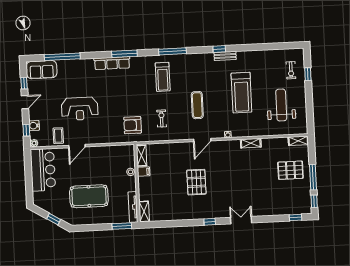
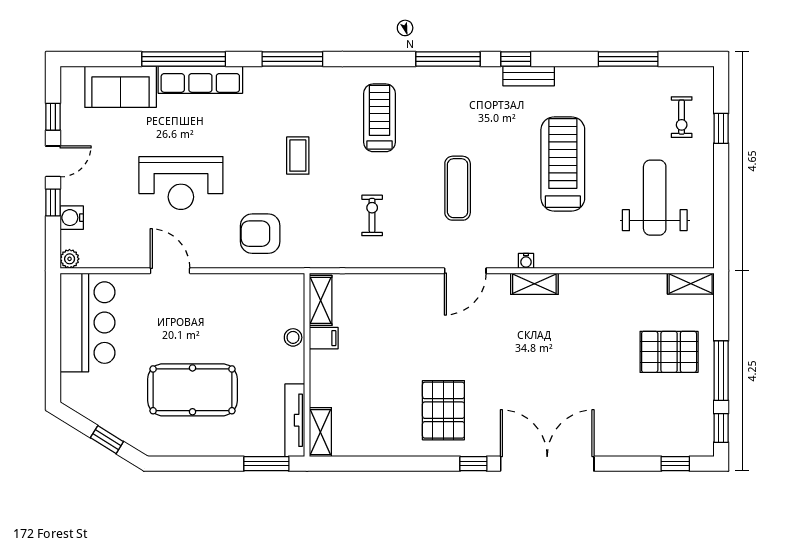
window: (267, 47) -> (628, 59), added
window: (172, 51) -> (448, 59), moved
window: (62, 57) -> (184, 59), moved
row of seats: (112, 63) -> (200, 80), moved
sofa: (42, 70) -> (121, 87), moved
treadmill: (163, 77) -> (379, 118), turned 180
treadmill: (241, 93) -> (563, 164), turned 180
armchair: (133, 125) -> (260, 234), moved
window: (26, 130) -> (53, 202), moved
coffee table: (58, 136) -> (298, 156), moved
shelving: (251, 143) -> (534, 284), moved
door: (77, 146) -> (170, 271), swing flipped
pallet: (196, 182) -> (443, 410), moved
double door: (241, 220) -> (547, 464), width x1.87

